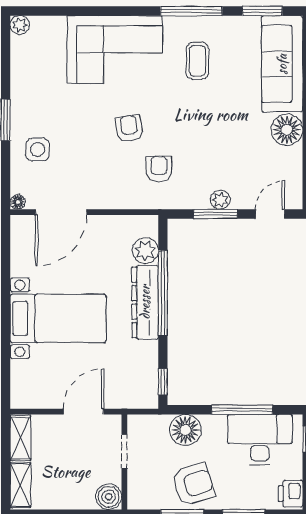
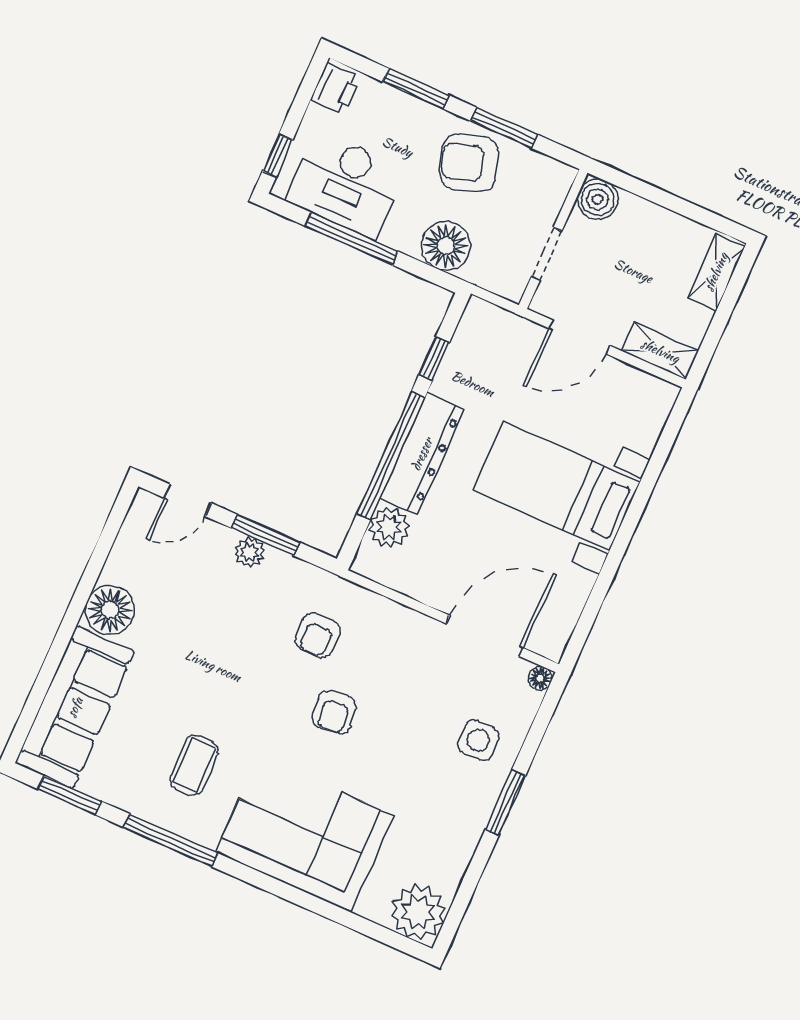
plant: (20, 25) -> (418, 912), width x1.87, depth x1.87
window: (163, 382) -> (434, 359), moved
shelving: (20, 438) -> (660, 351), moved, turned 90

